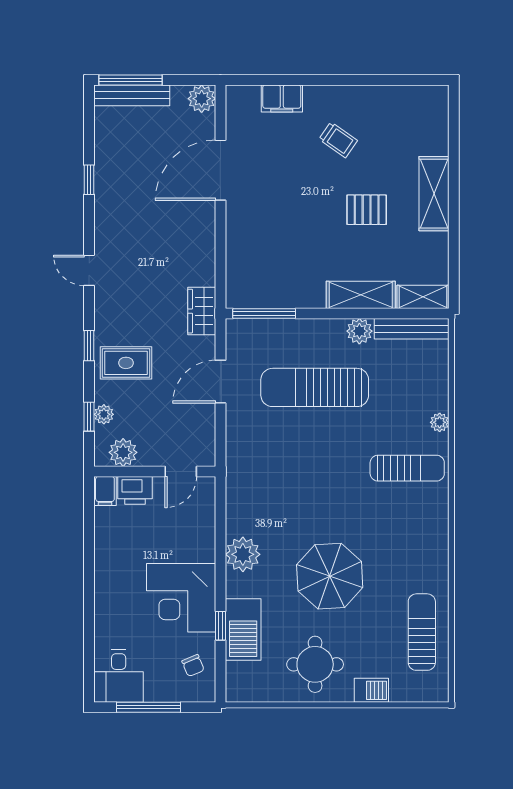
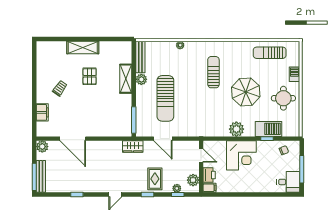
shelving: (423, 297) -> (127, 52), removed
sun lounger: (407, 468) -> (213, 72), moved
corner desk: (181, 598) -> (241, 155), moved

